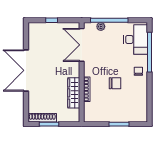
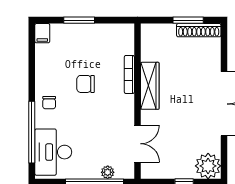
plant: (36, 31) -> (208, 166), added
double door: (82, 45) -> (137, 144), width x0.73
wardrobe: (74, 93) -> (150, 86), moved
filing cabinet: (143, 116) -> (42, 33), added

